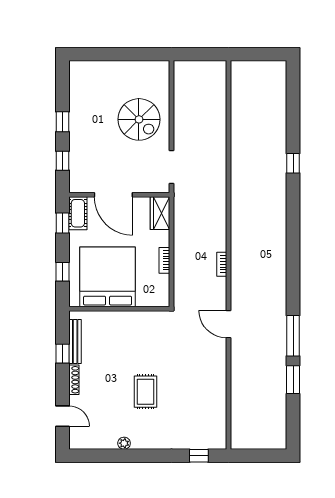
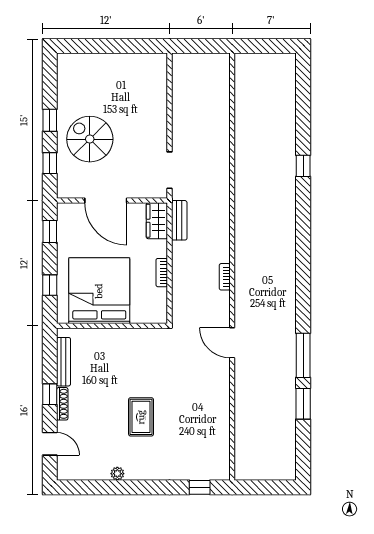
spiral stairs: (139, 119) -> (90, 139), moved, turned 180
cot: (78, 213) -> (67, 221), removed
bench: (180, 213) -> (179, 220), added
window: (63, 354) -> (50, 394), moved

